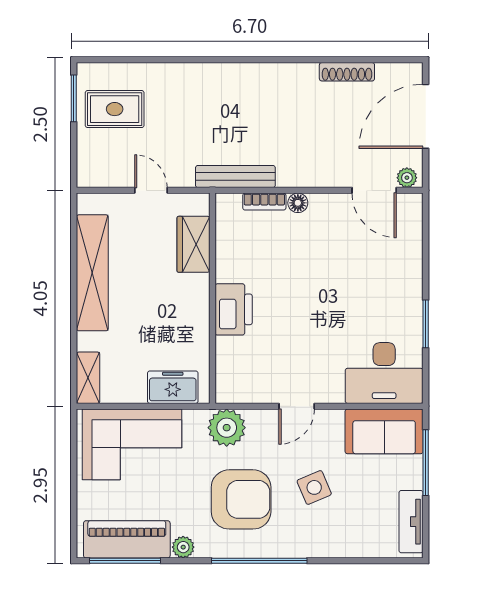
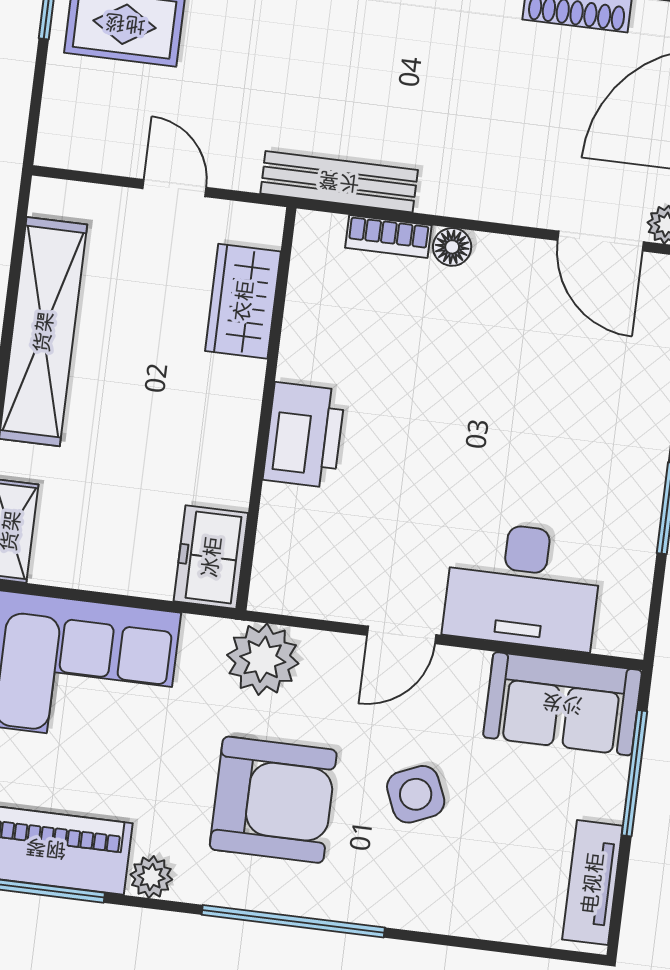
desk: (384, 373) -> (523, 586), moved
freezer: (173, 387) -> (211, 557), moved, turned -90

